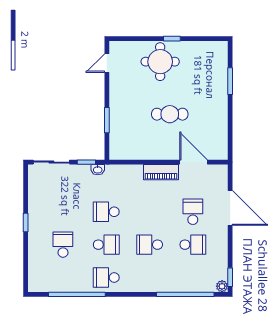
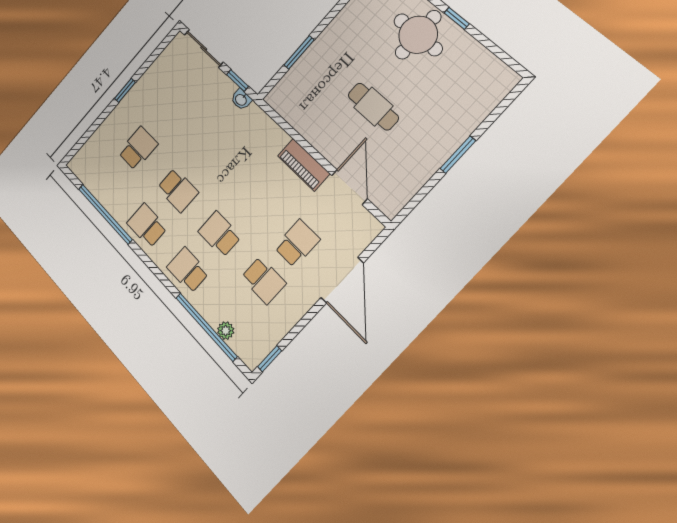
window: (230, 81) -> (458, 155), moved
school desk: (106, 212) -> (188, 270), moved
plant: (222, 286) -> (226, 331), moved

